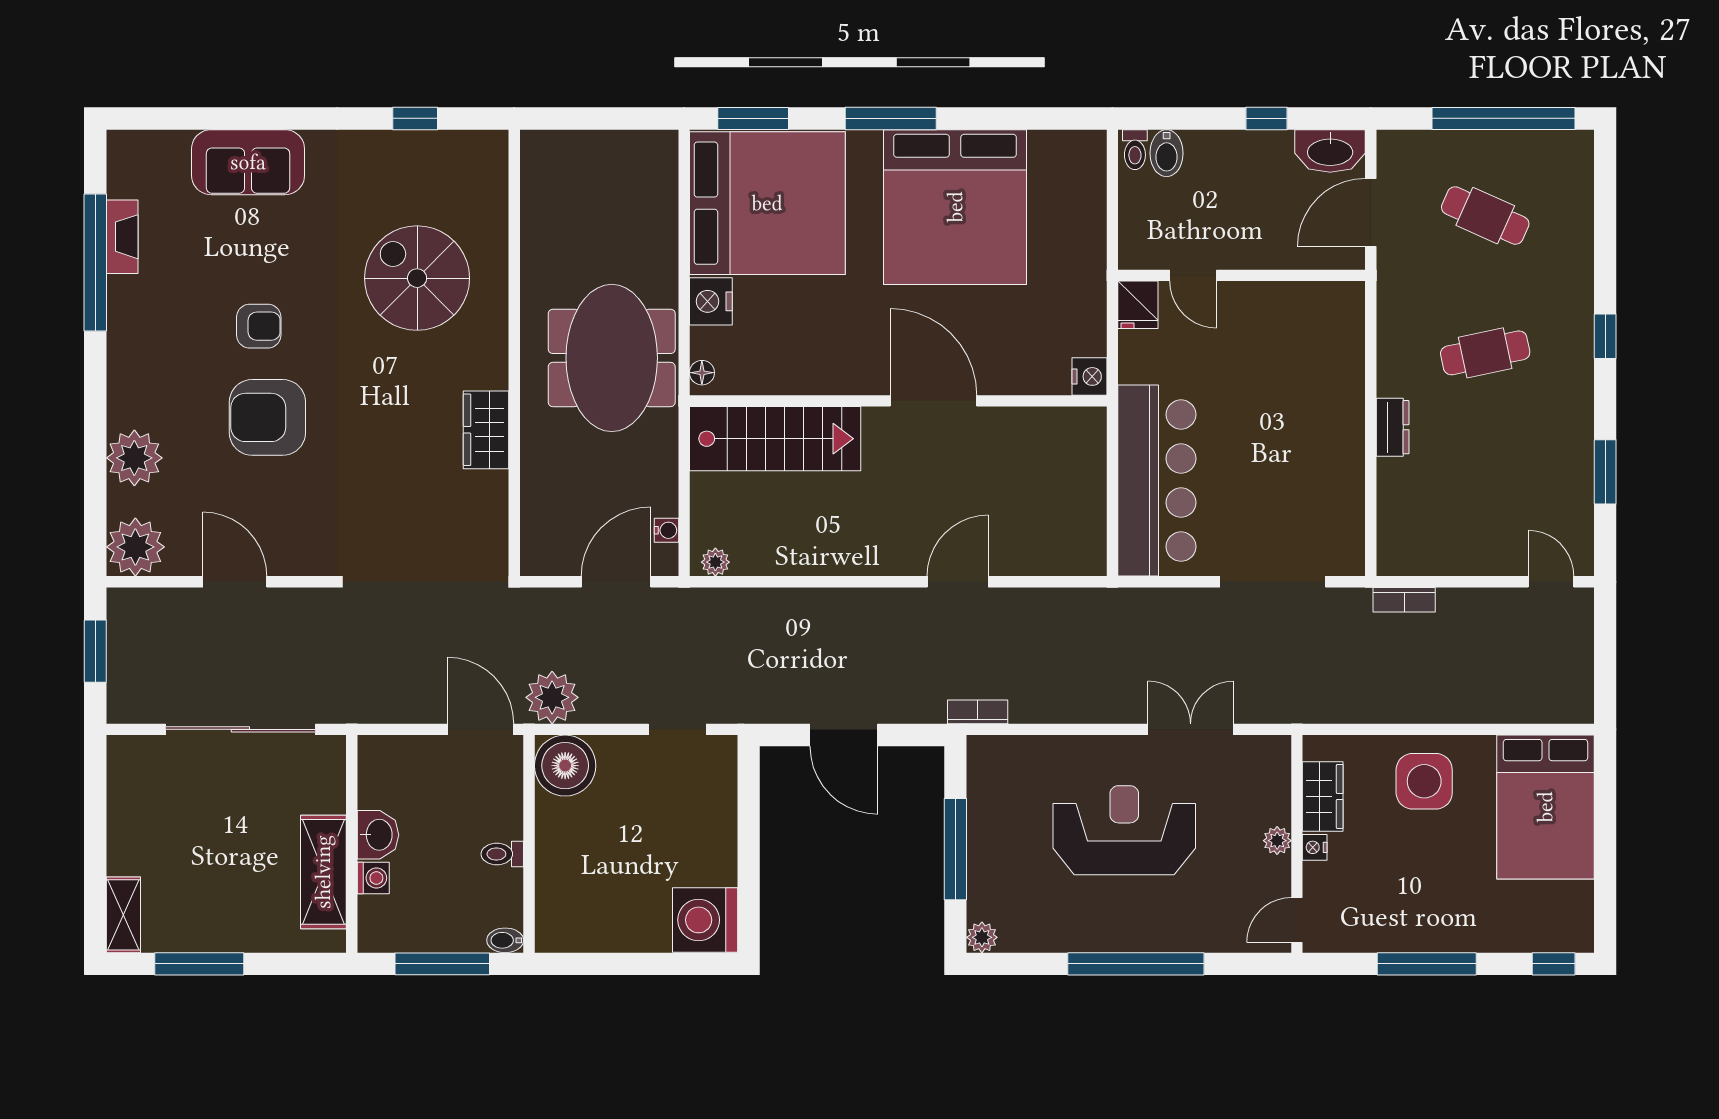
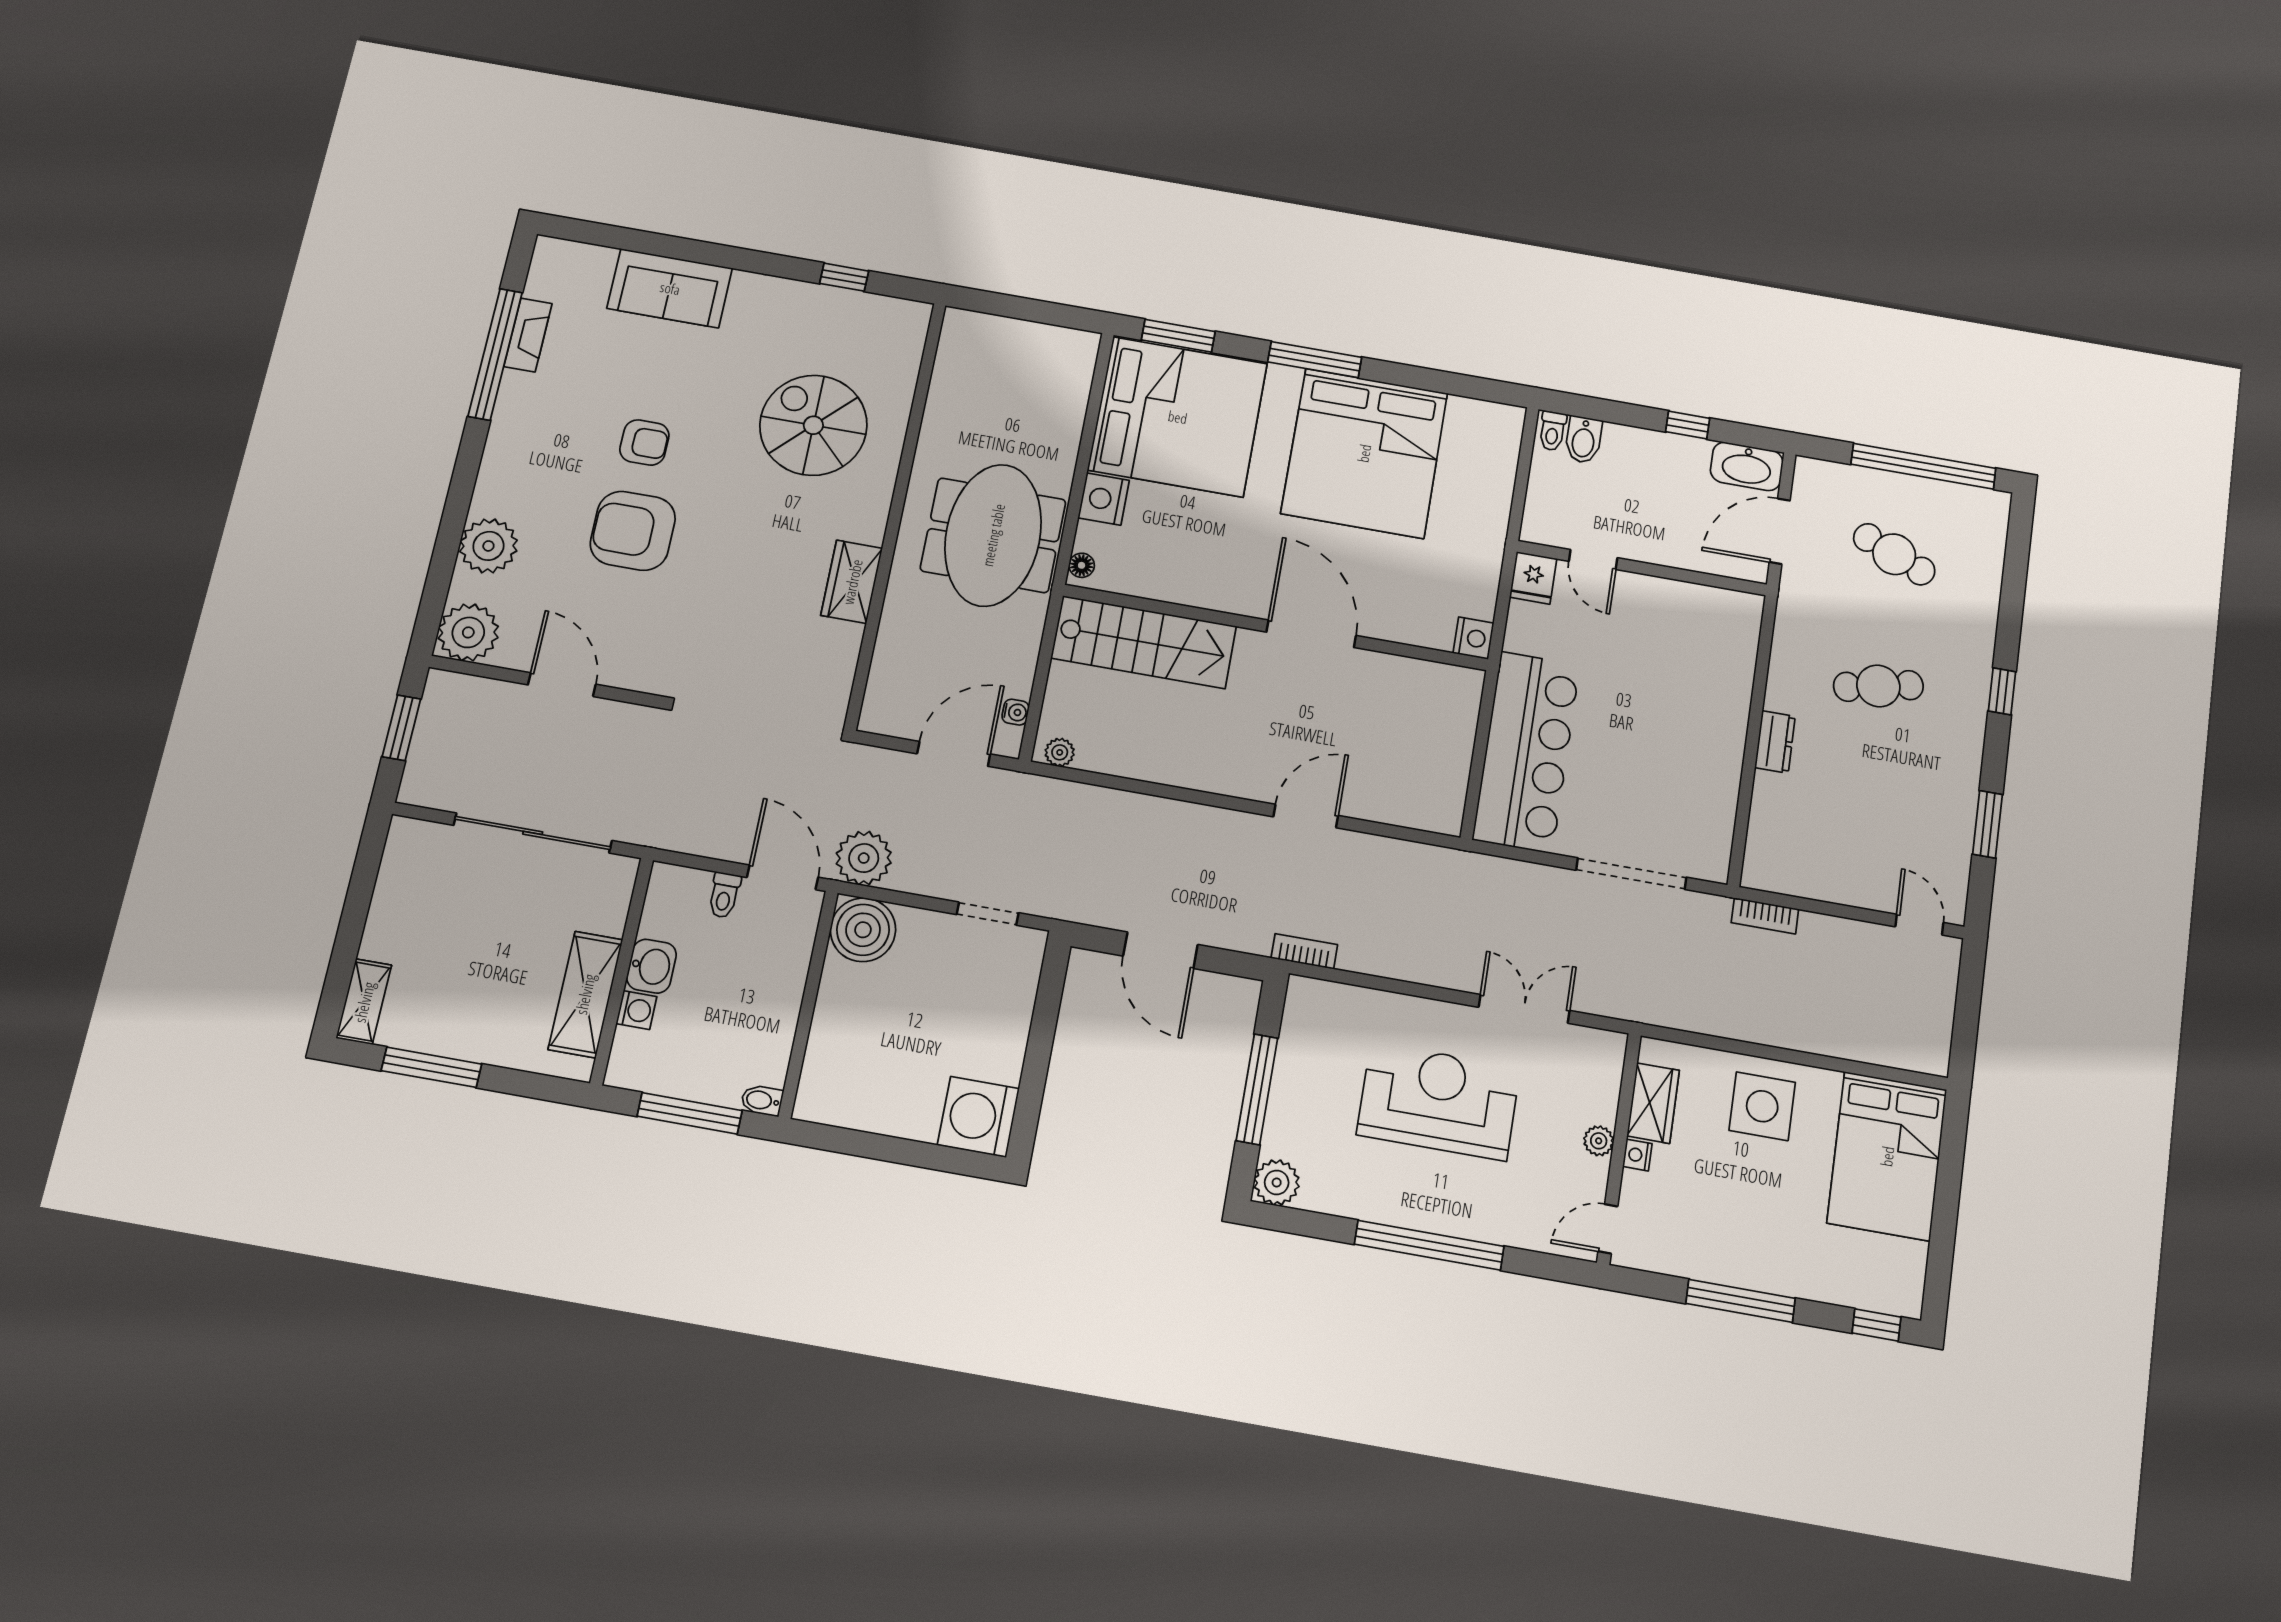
toilet: (502, 854) -> (724, 895), moved, turned -90
plant: (982, 937) -> (1277, 1182), width x1.38, depth x1.38

